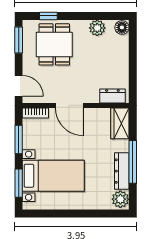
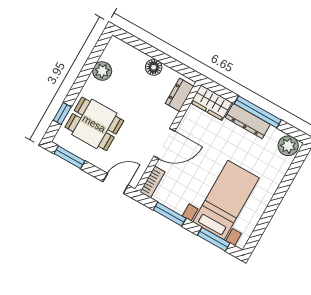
floor lamp: (122, 27) -> (154, 67), moved
dresser: (122, 171) -> (248, 121), moved

